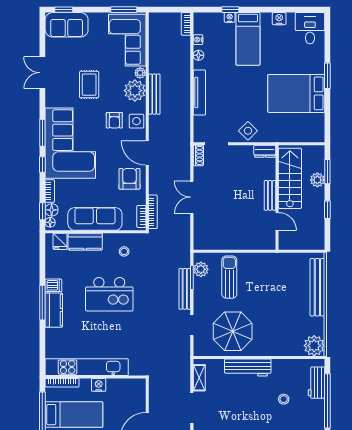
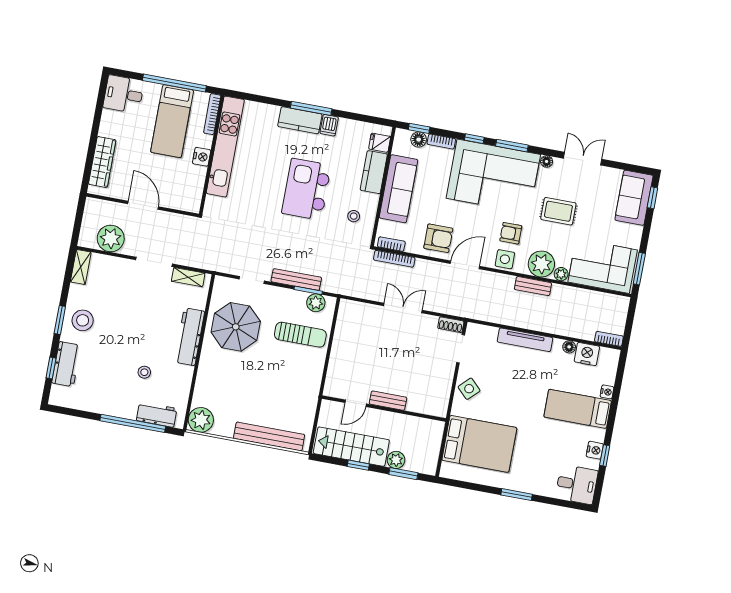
window: (230, 10) -> (605, 456), moved
nightstand: (198, 40) -> (587, 354), width x1.89, depth x1.79
bed: (296, 93) -> (479, 444), moved, turned 90
bench: (154, 94) -> (533, 286), width x0.73
dresser: (265, 151) -> (441, 404), removed
stairs: (290, 178) -> (351, 447), moved, turned 180
floor lamp: (50, 222) -> (547, 161), moved

